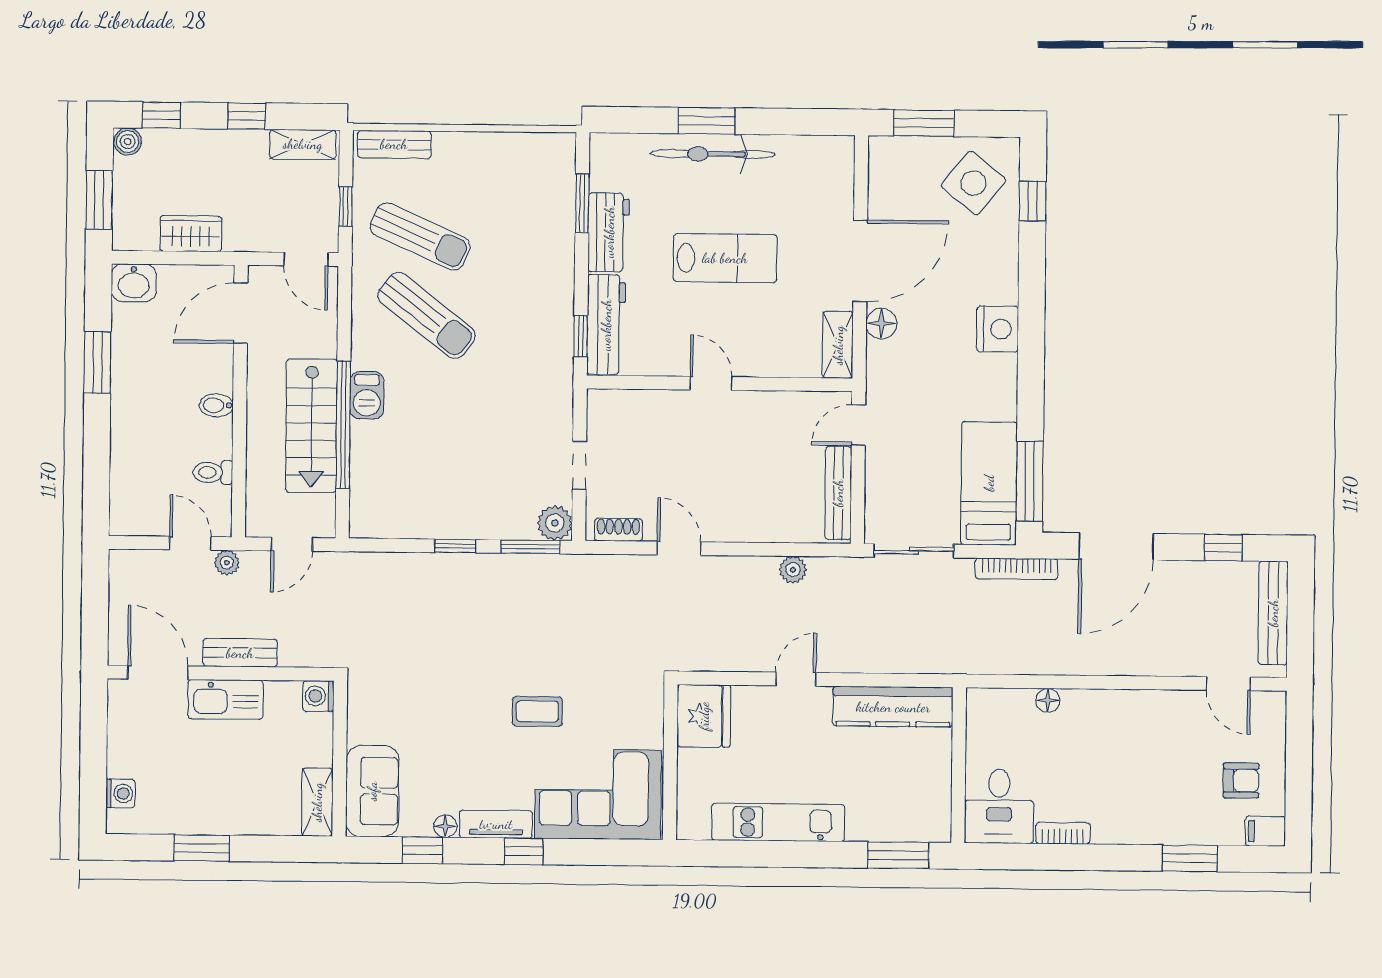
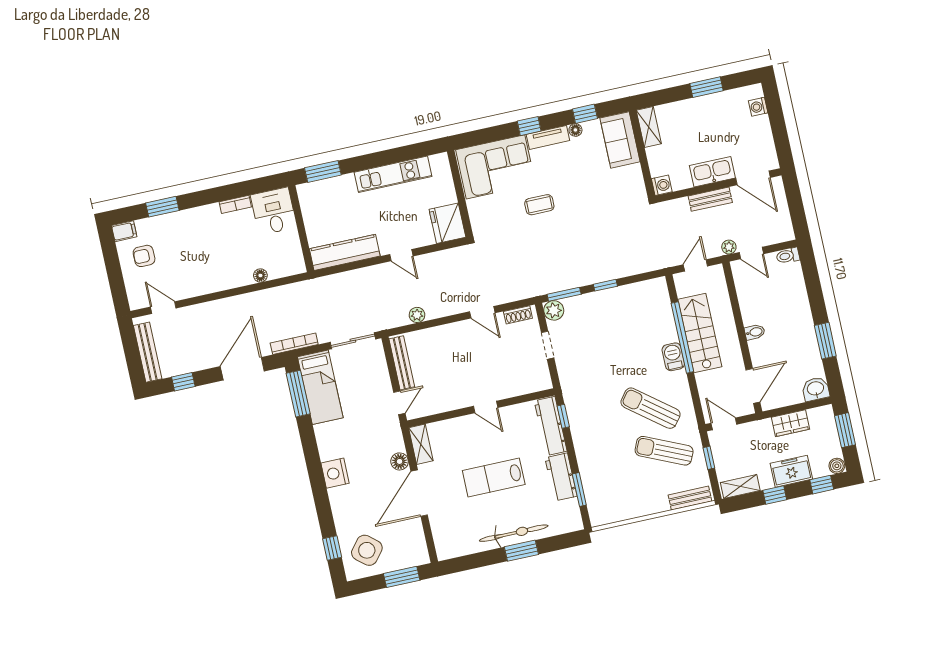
freezer: (208, 150) -> (791, 471), added
toilet: (213, 472) -> (788, 256), moved, turned 180
door: (796, 679) -> (401, 255), hinge flipped

